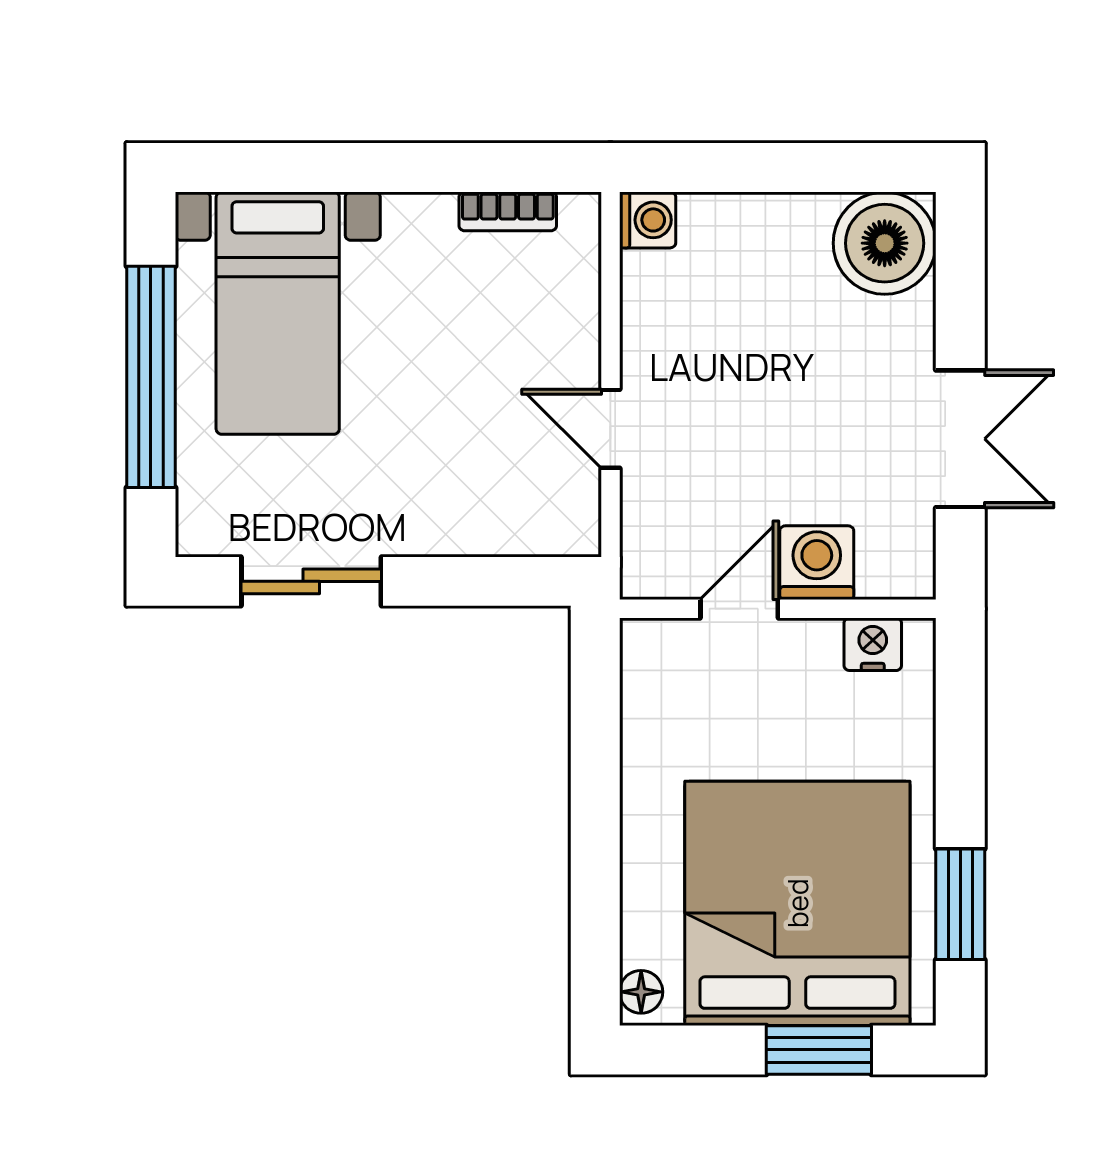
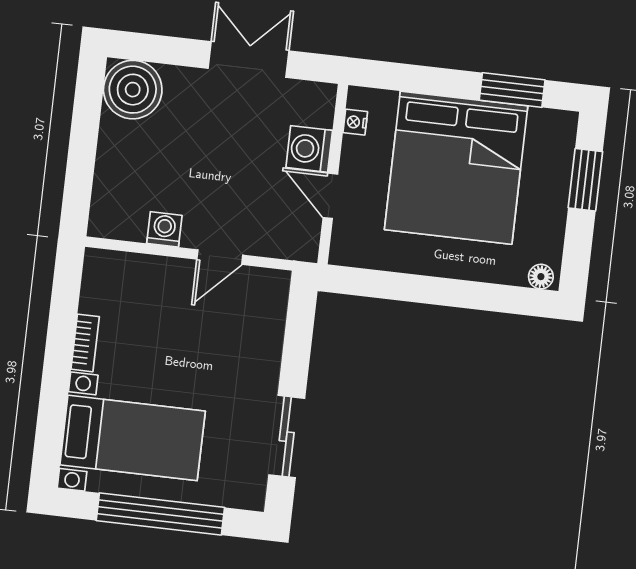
bookcase: (508, 211) -> (85, 343), moved
washing machine: (648, 220) -> (164, 229), moved
nightstand: (873, 644) -> (355, 122), width x0.72, depth x0.74
bed: (797, 903) -> (456, 168), moved, turned -90

